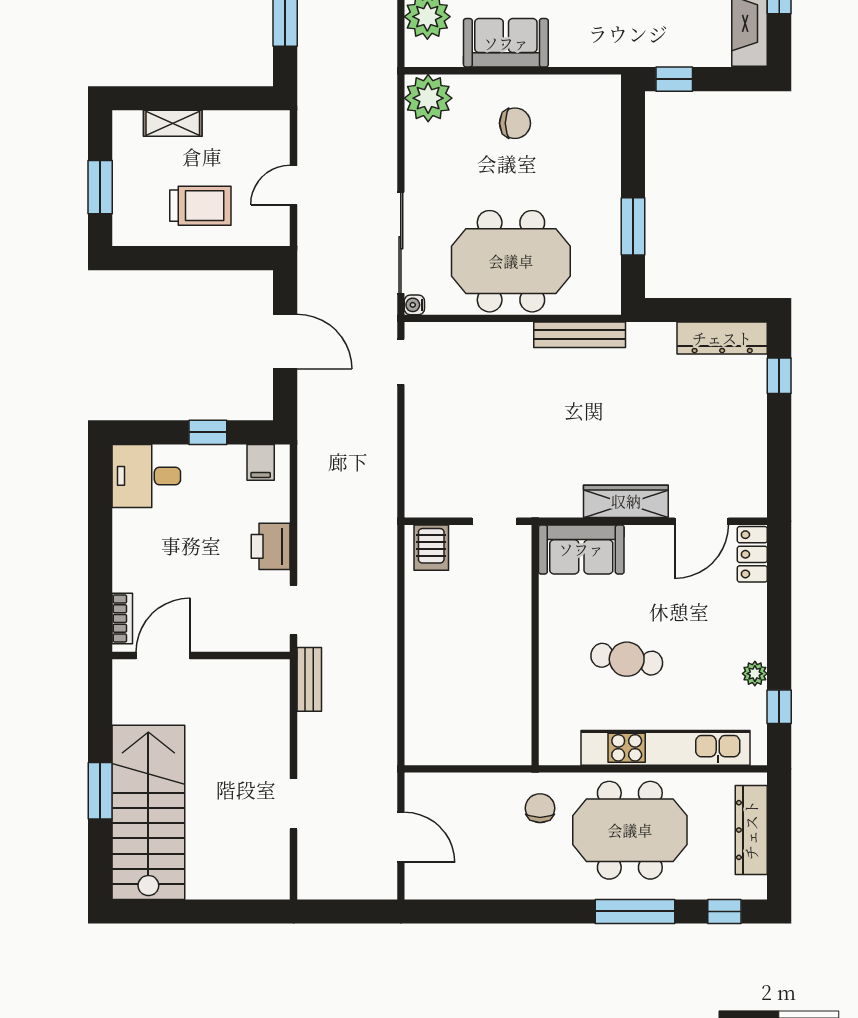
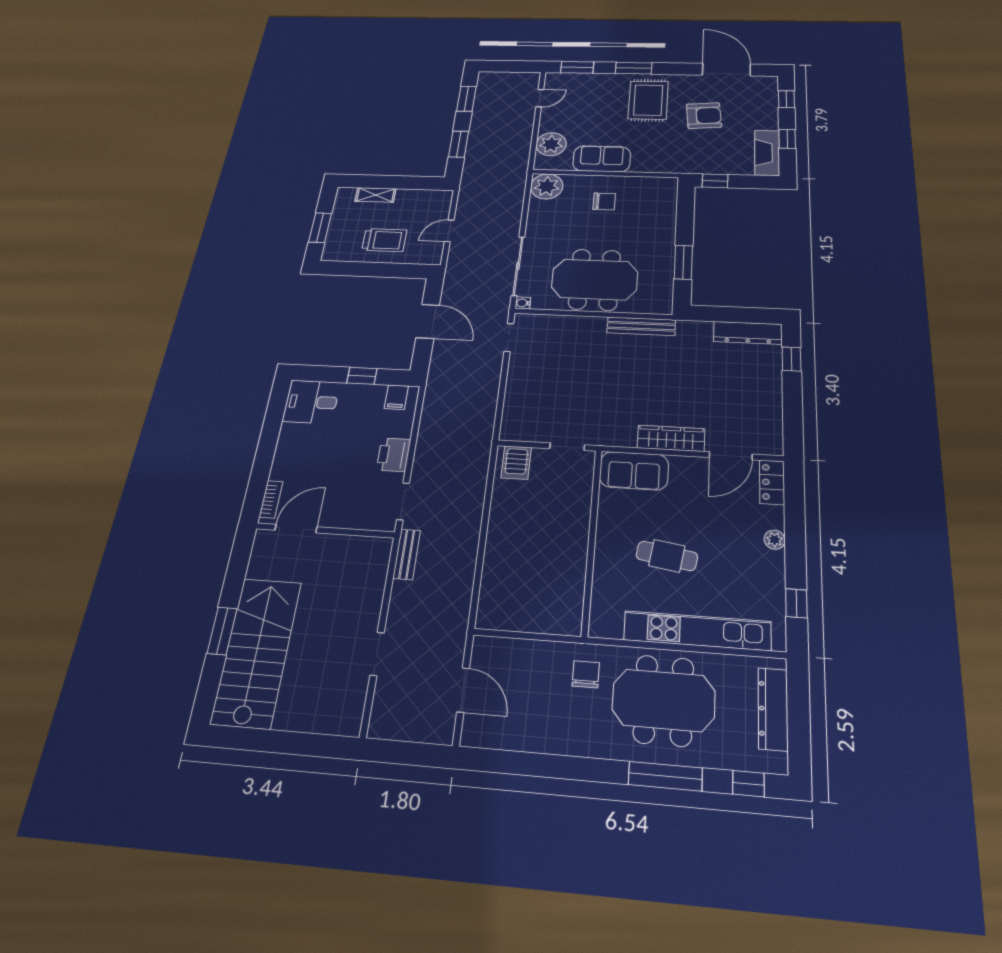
plant: (755, 674) -> (775, 540), moved

